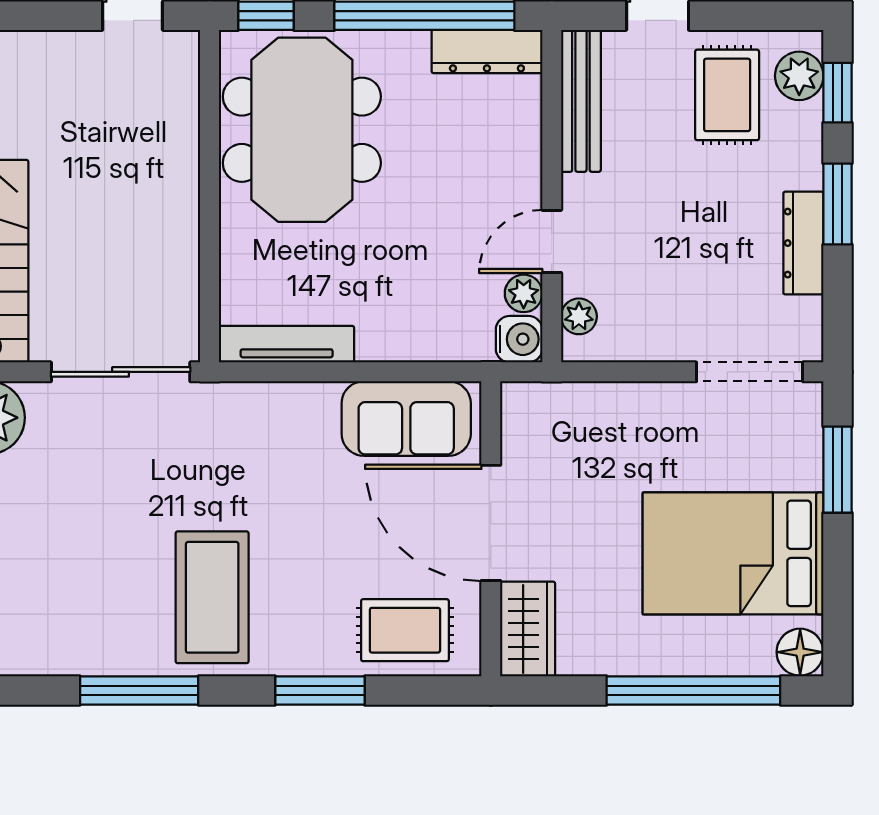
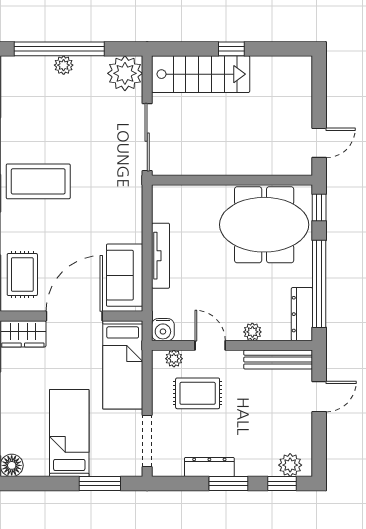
rug: (727, 95) -> (198, 393), moved
plant: (524, 293) -> (252, 332), moved
tv unit: (287, 344) -> (161, 256), moved
bed: (592, 422) -> (123, 365), added
bed: (733, 553) -> (69, 433), width x0.67

